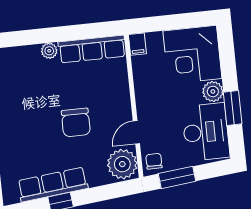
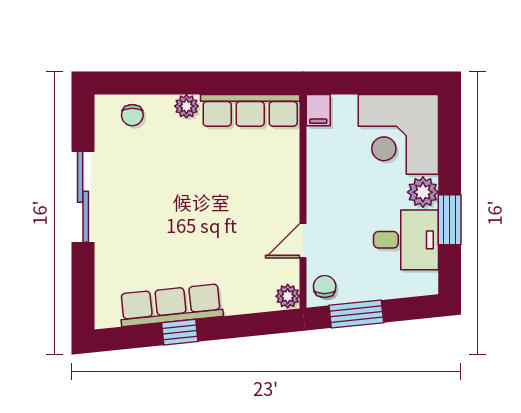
chair: (76, 122) -> (132, 115), moved, width x0.54, depth x0.54
desk: (206, 132) -> (406, 240), width x0.73
plant: (122, 164) -> (288, 296), width x0.53, depth x0.53

